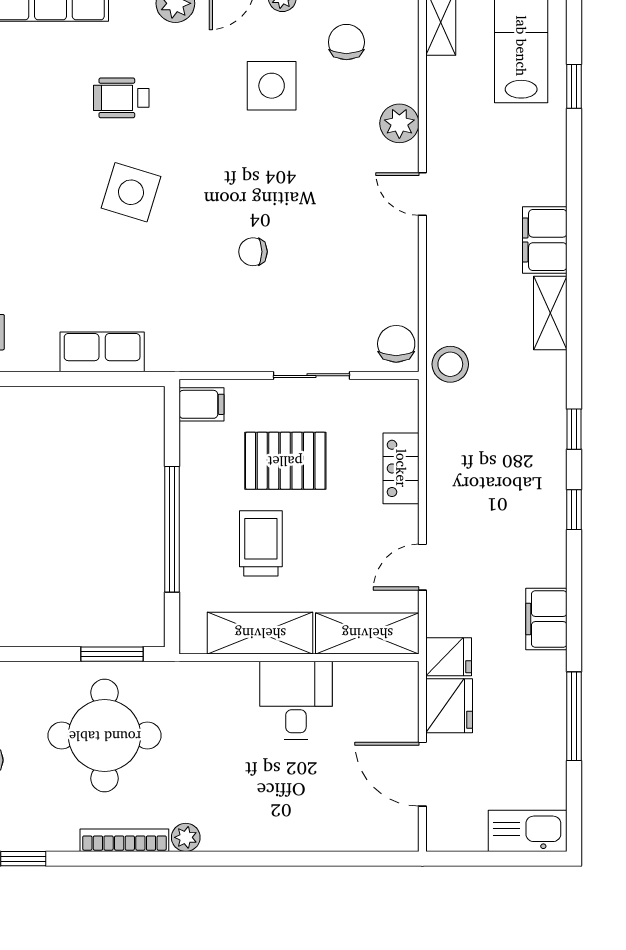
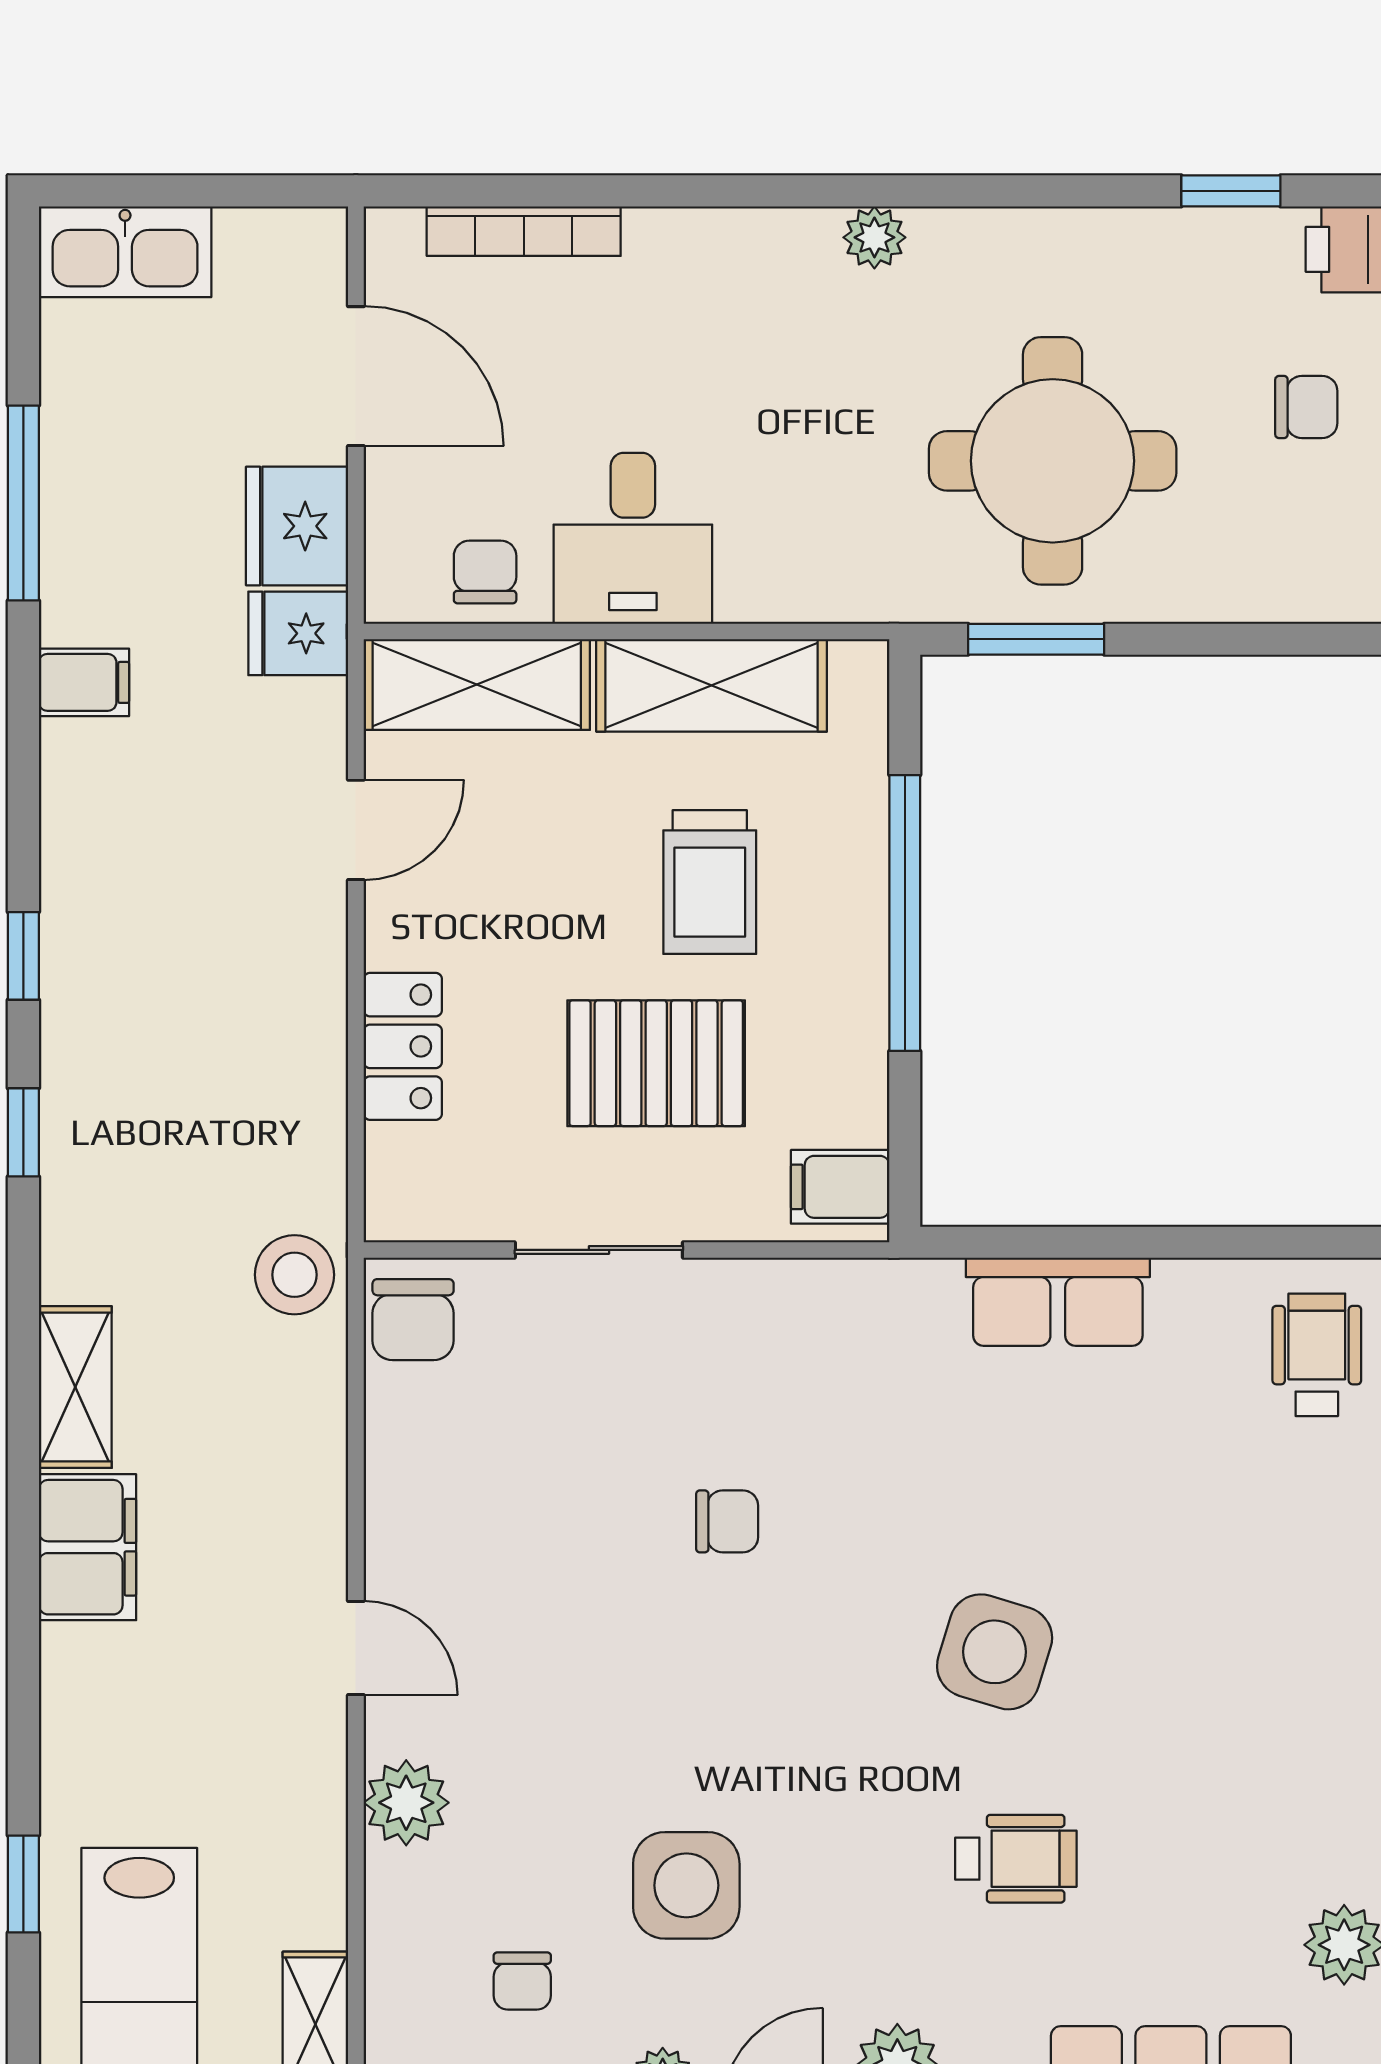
chair: (346, 42) -> (522, 1981), width x0.73, depth x0.73
filing cabinet: (546, 619) -> (84, 682), width x0.50
chair: (363, 685) -> (485, 572), added
bookcase: (124, 840) -> (524, 231), moved

